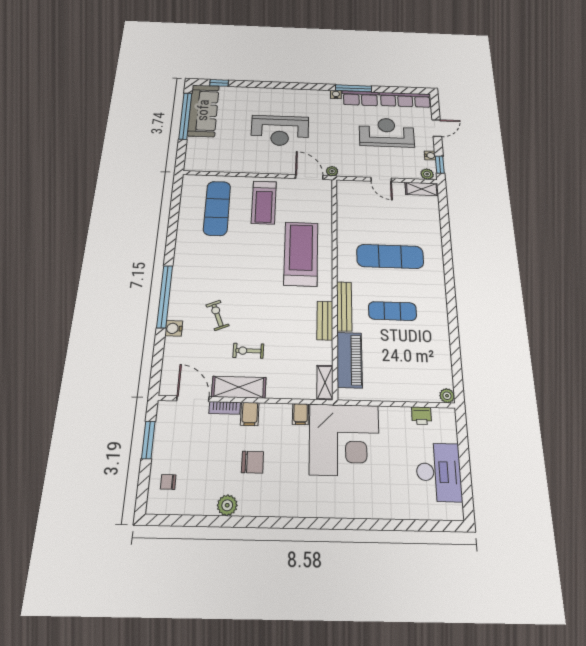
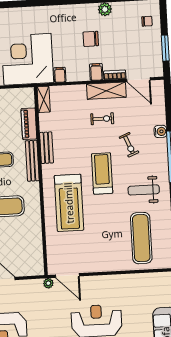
treadmill: (264, 202) -> (102, 173), moved
weight bench: (206, 260) -> (144, 190), added
piano: (349, 360) -> (29, 124), width x0.73, depth x0.75

